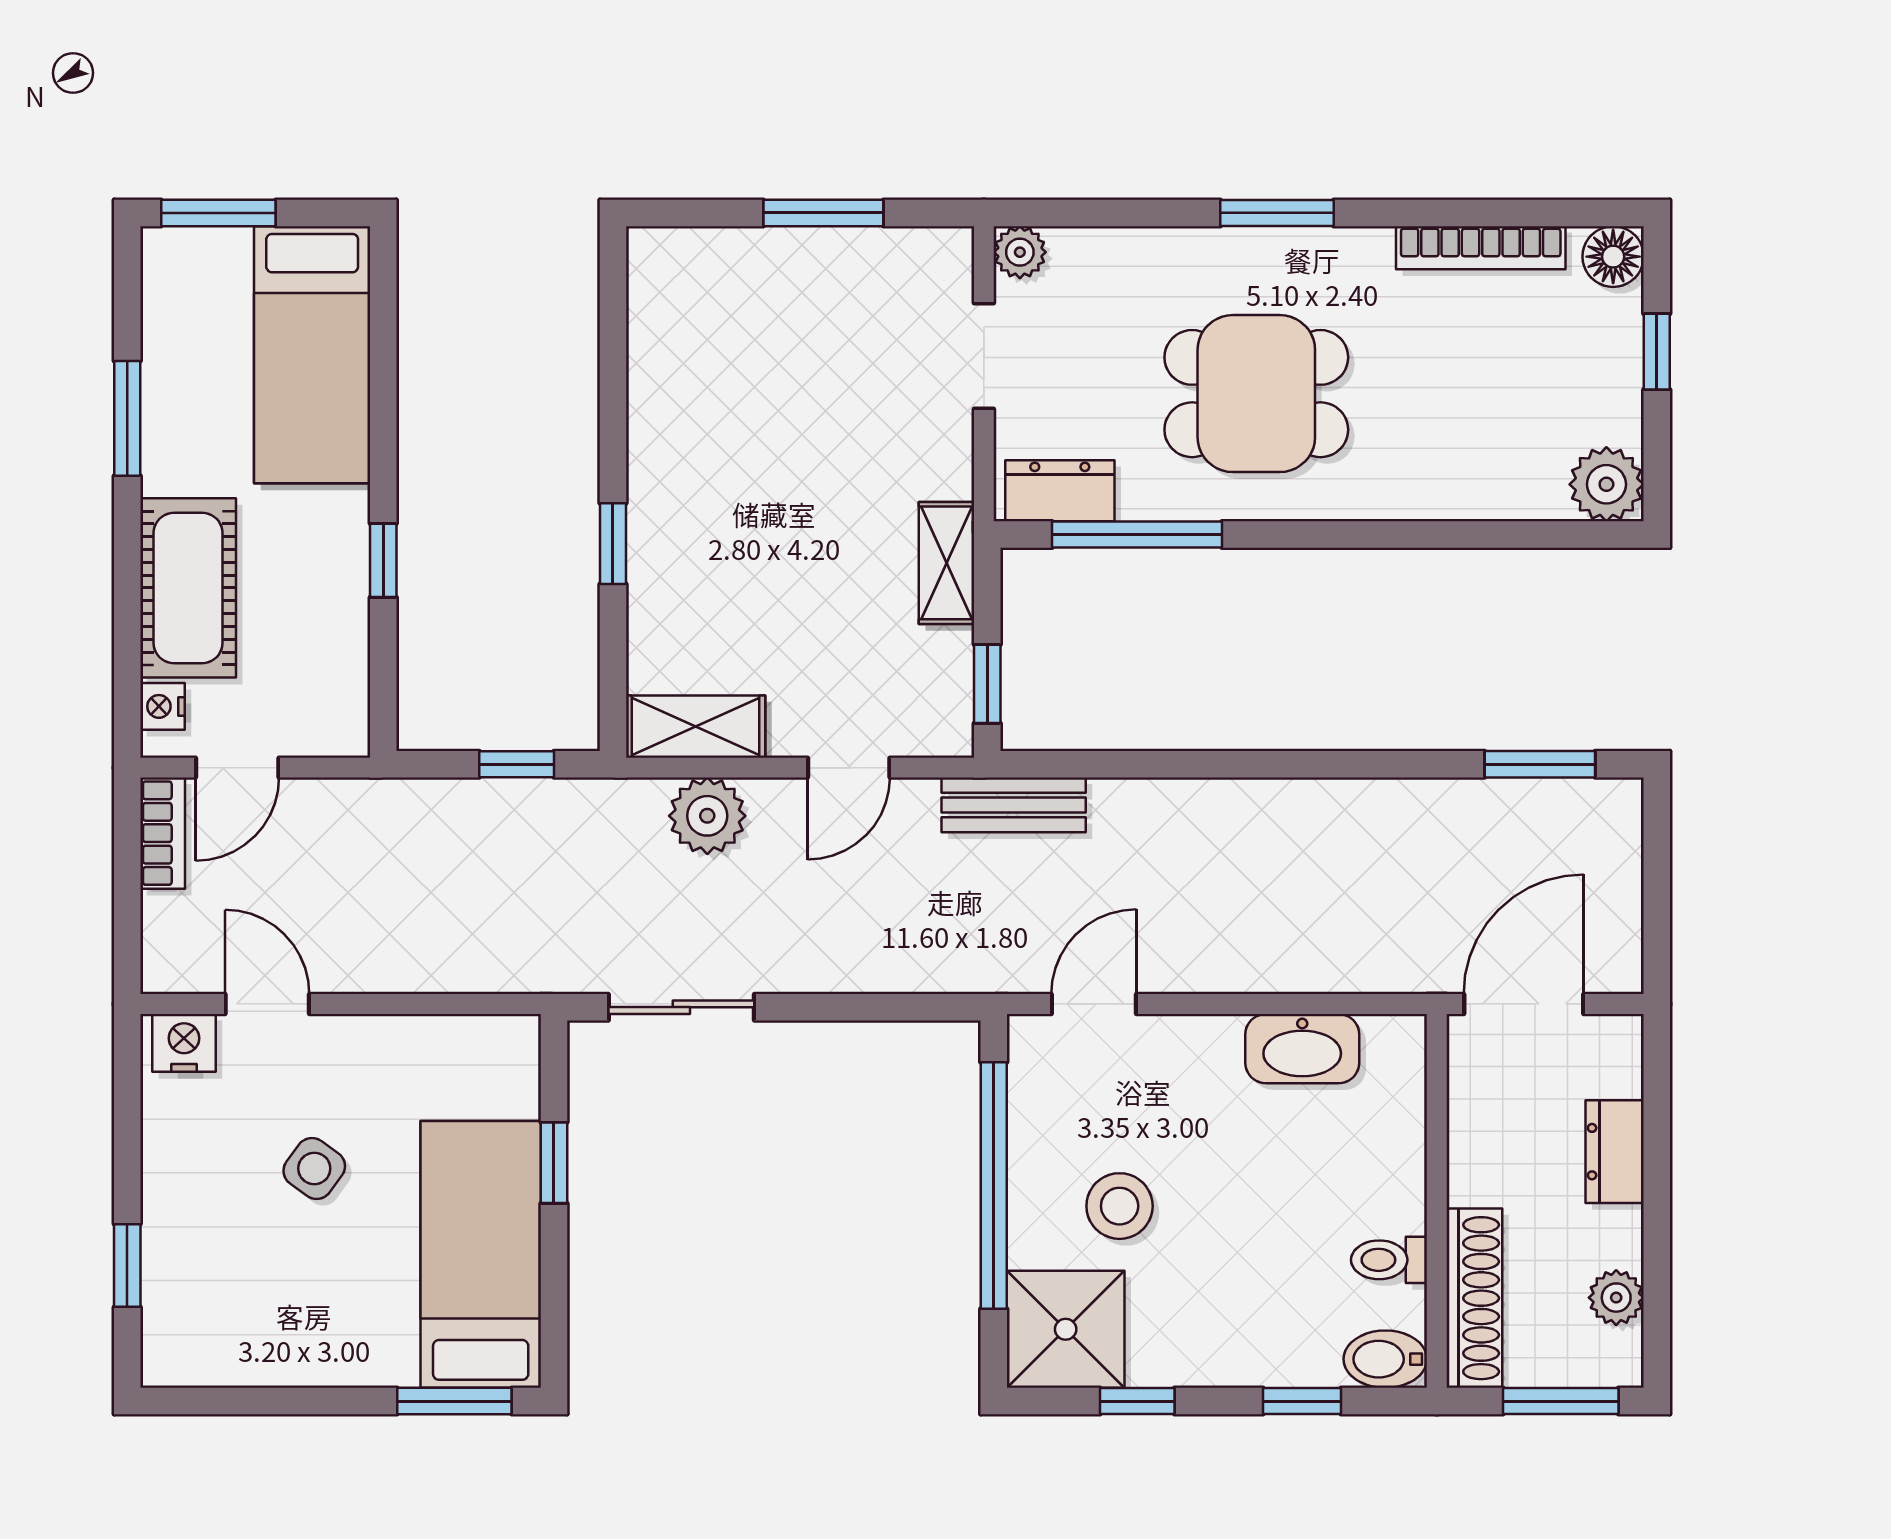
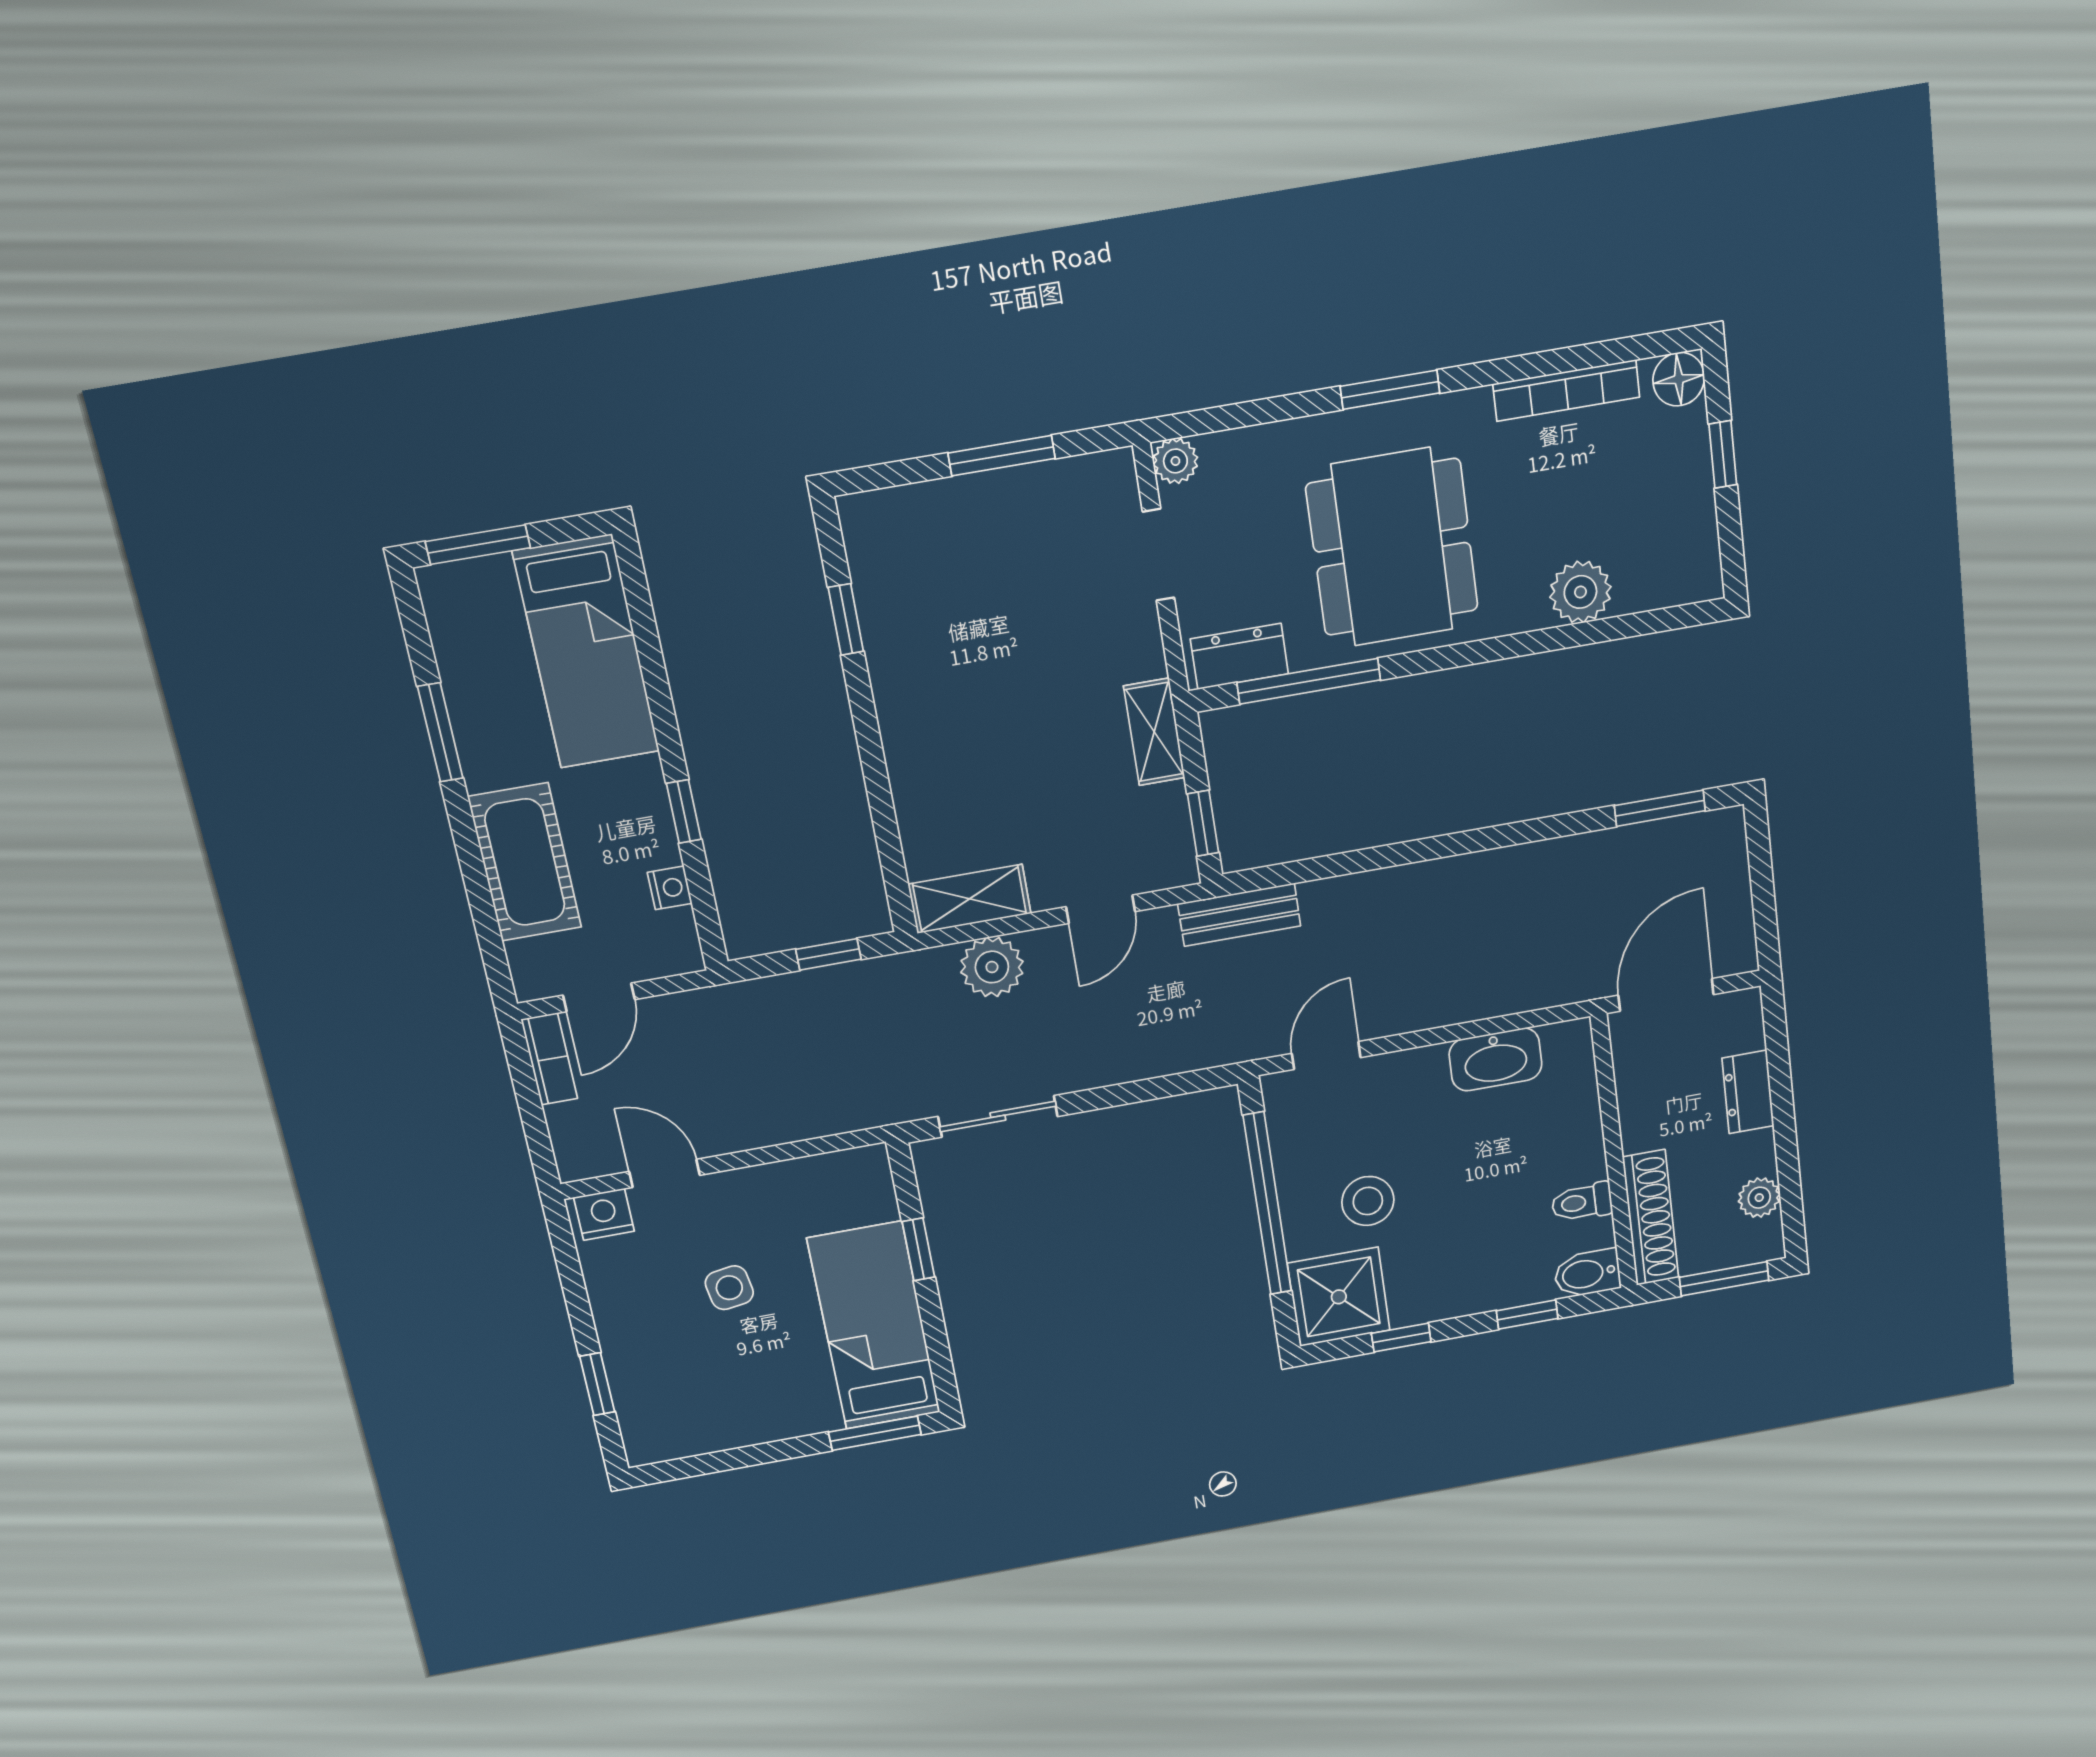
dining table: (1256, 394) -> (1392, 547), width x1.38
plant: (1606, 484) -> (1580, 592), moved
window: (613, 544) -> (846, 619), moved
nightstand: (162, 706) -> (670, 888), moved, turned 180
side table: (314, 1168) -> (729, 1288), turned 45

